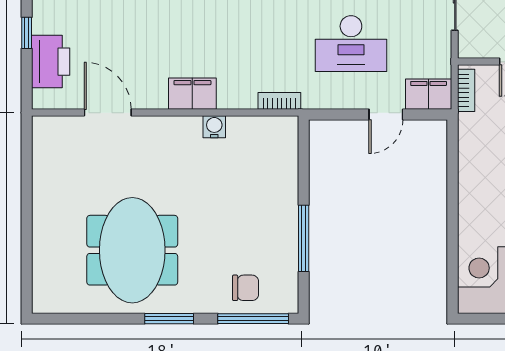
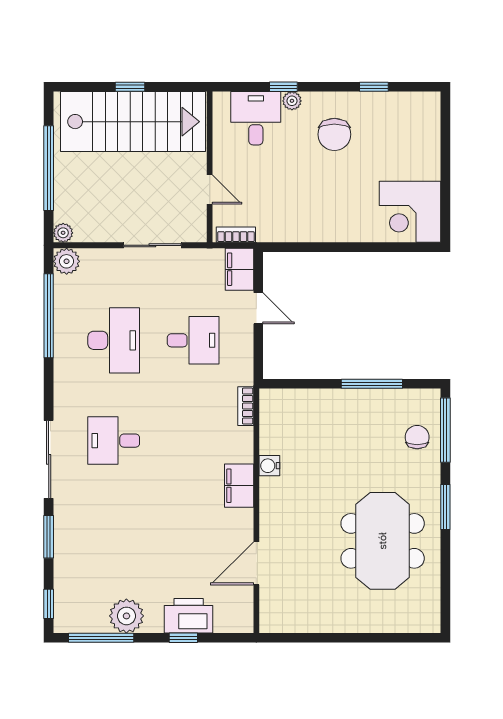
desk: (351, 44) -> (193, 340), width x0.73
printer: (51, 62) -> (189, 616), moved
meeting table: (132, 250) -> (383, 541), turned 90

